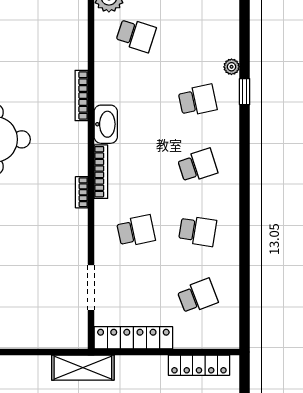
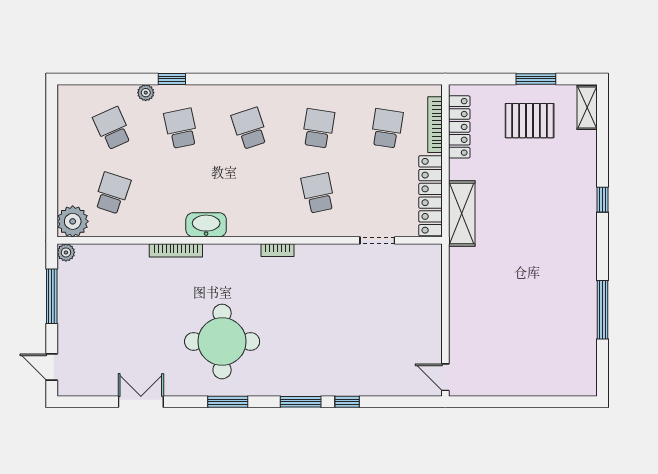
school desk: (198, 35) -> (112, 128), added
bookcase: (101, 172) -> (435, 125), moved, turned -90
doorway: (91, 287) -> (377, 240), width x0.73
school desk: (198, 296) -> (387, 128), turned 30
shelving: (83, 368) -> (462, 214), moved

